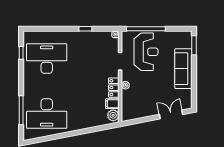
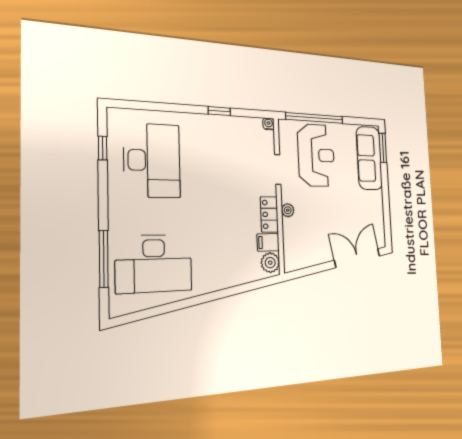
desk: (47, 59) -> (152, 160), turned 90
sofa: (183, 69) -> (369, 158), moved
double door: (171, 114) -> (357, 258), width x1.37

